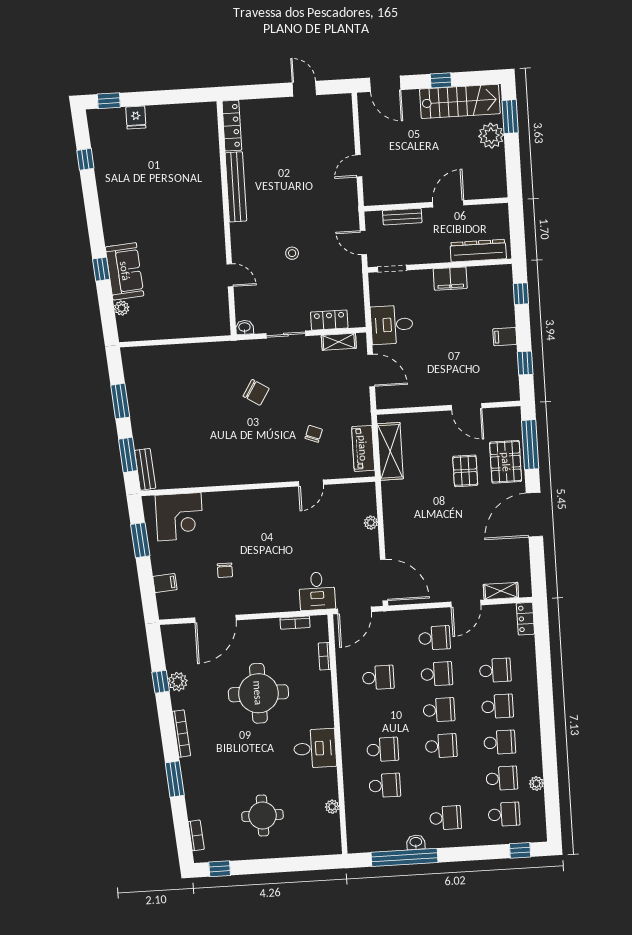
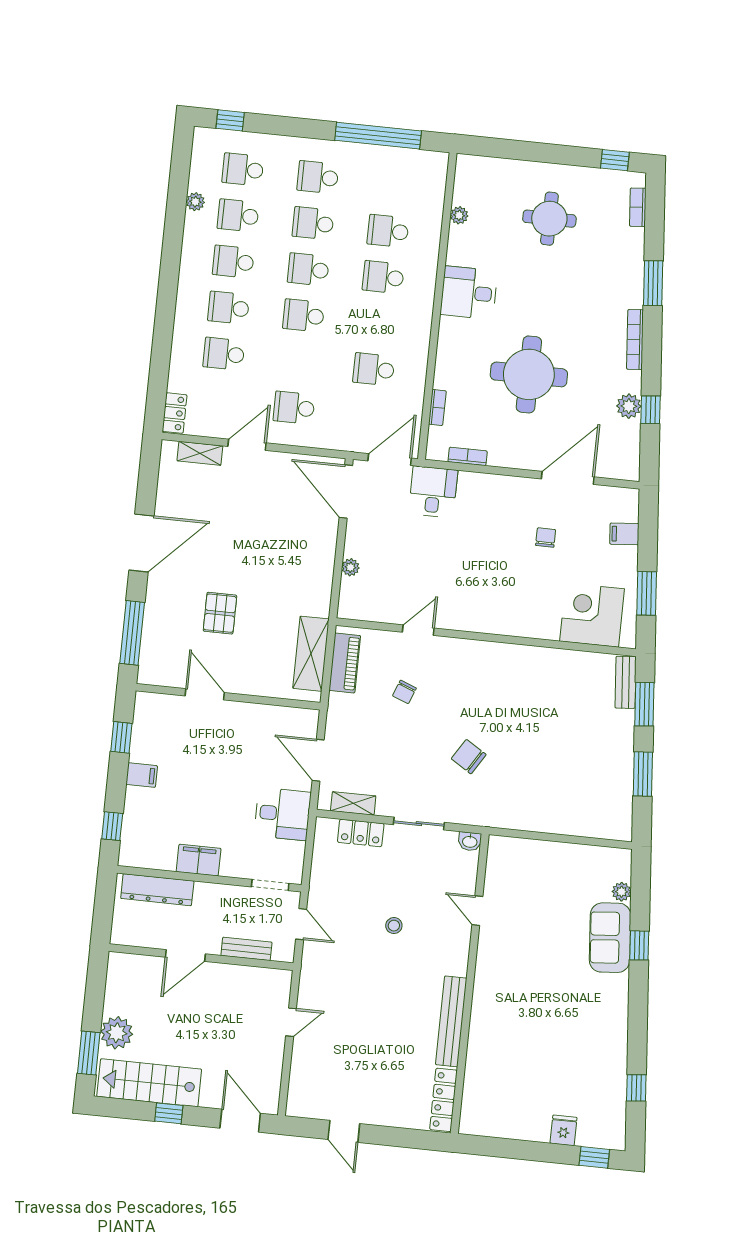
pallet: (506, 462) -> (167, 616), removed
school desk: (437, 674) -> (313, 223), moved
washbasin: (416, 842) -> (361, 152), removed

